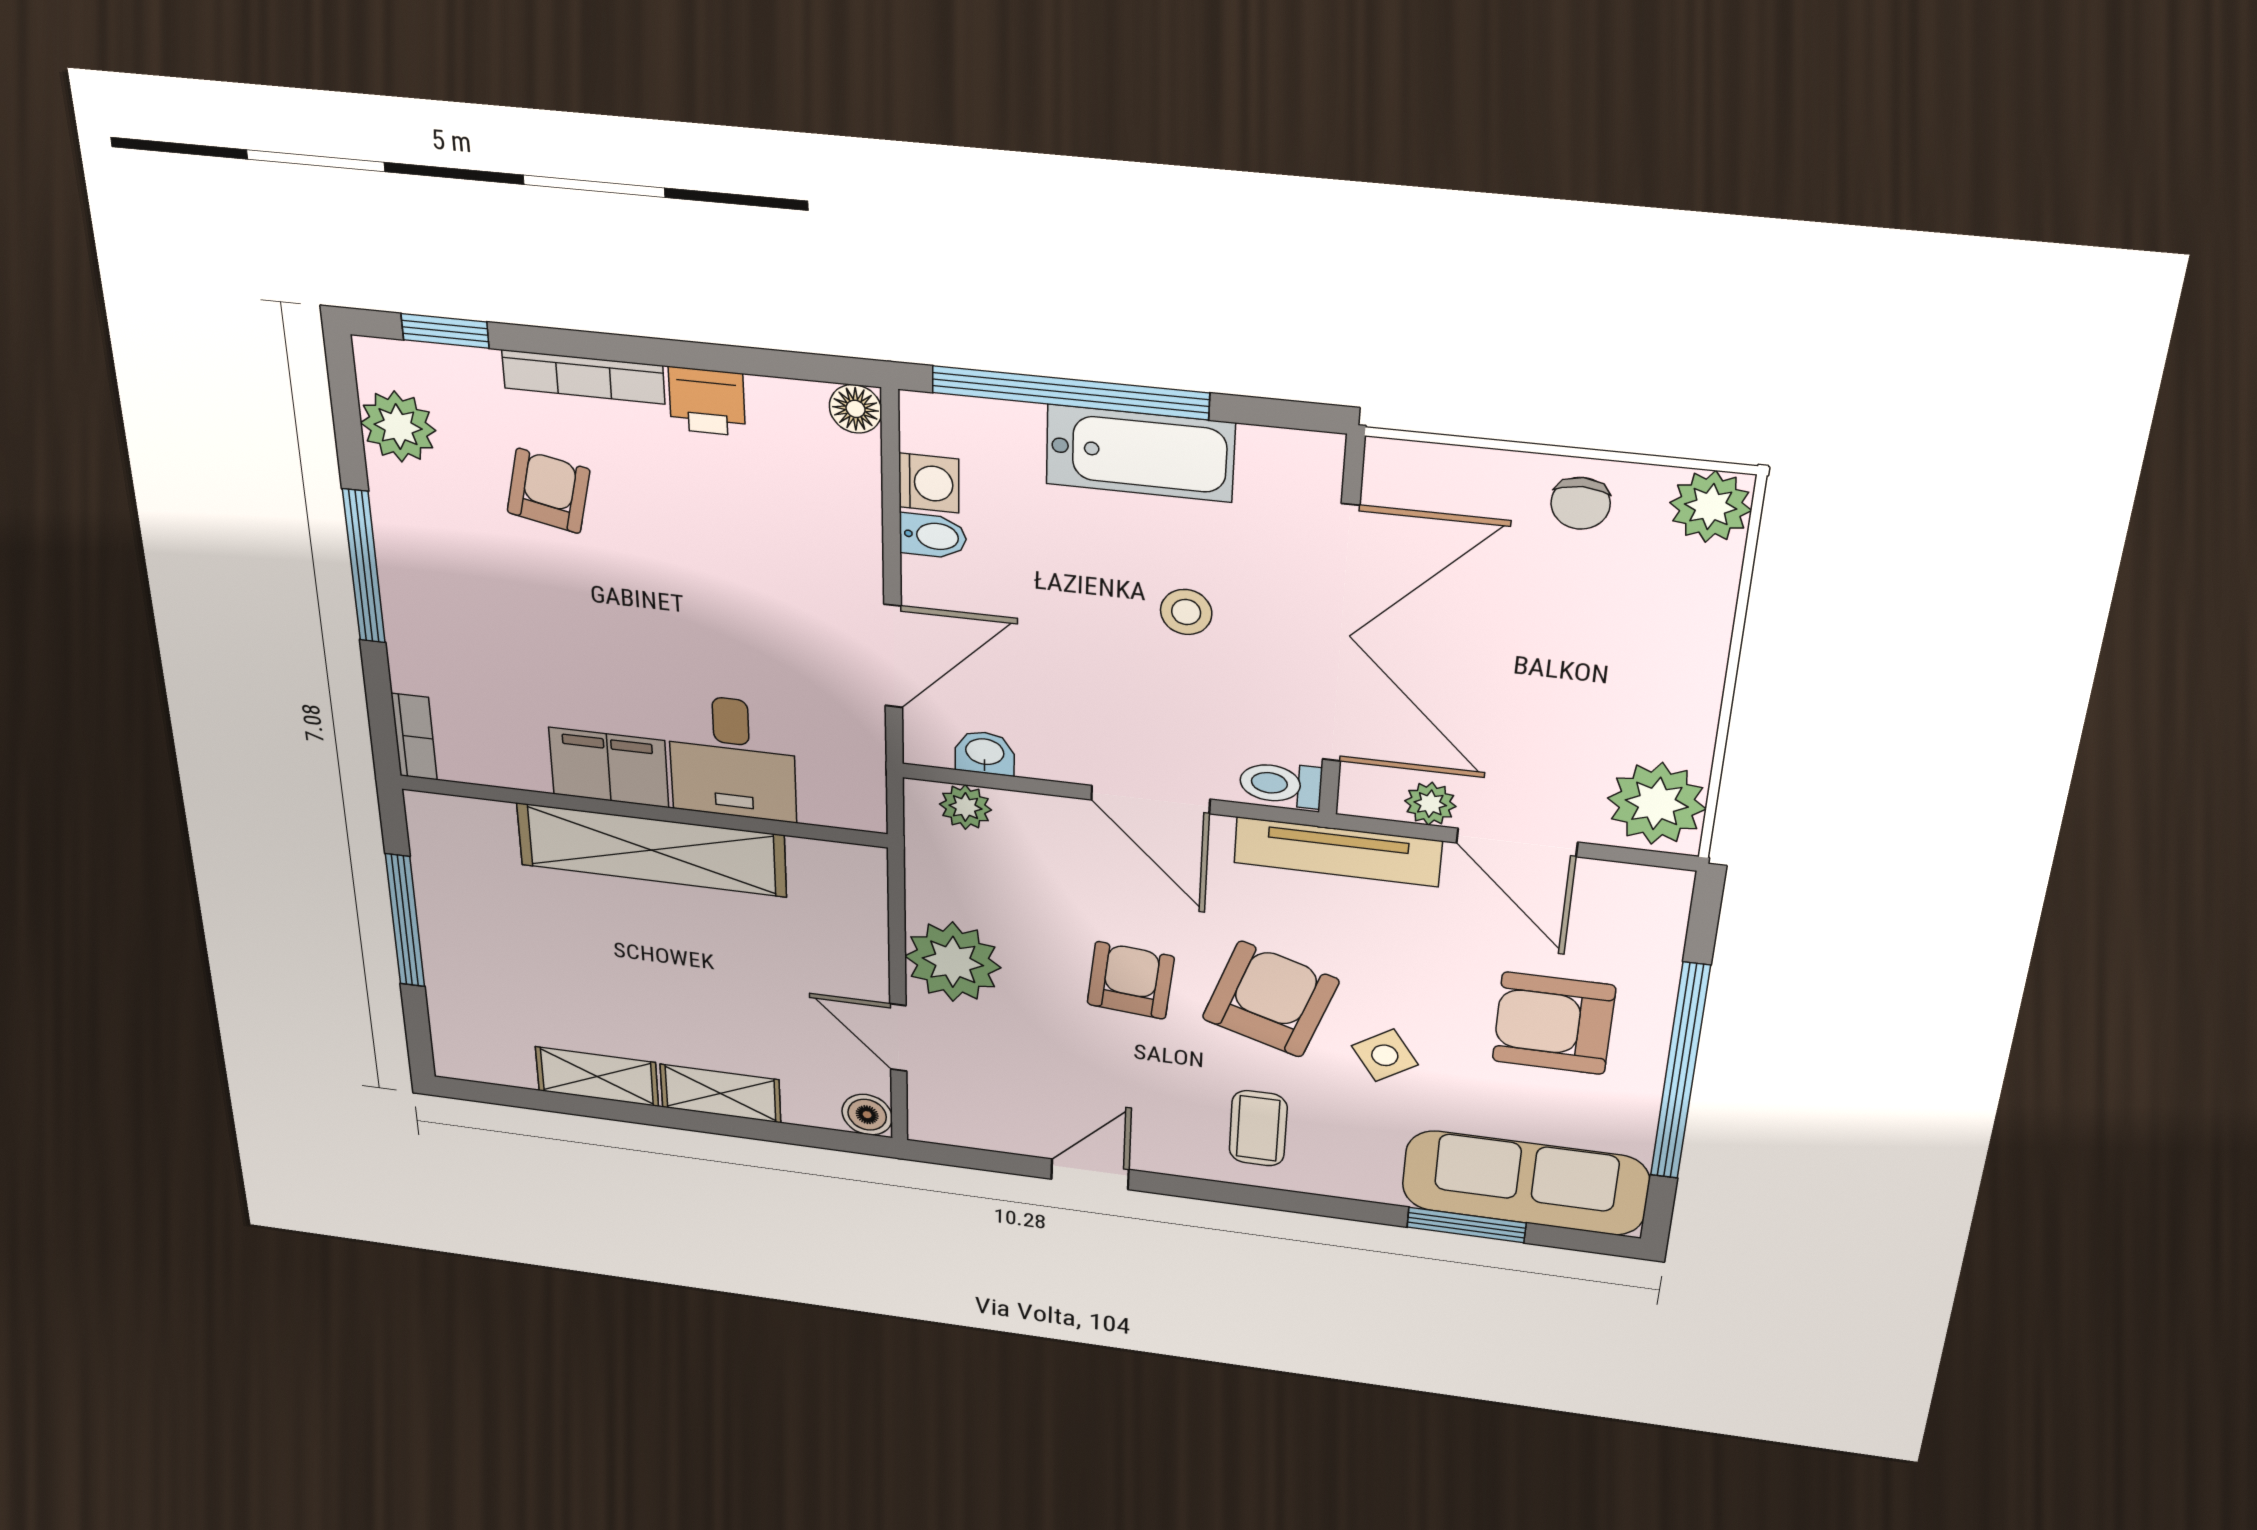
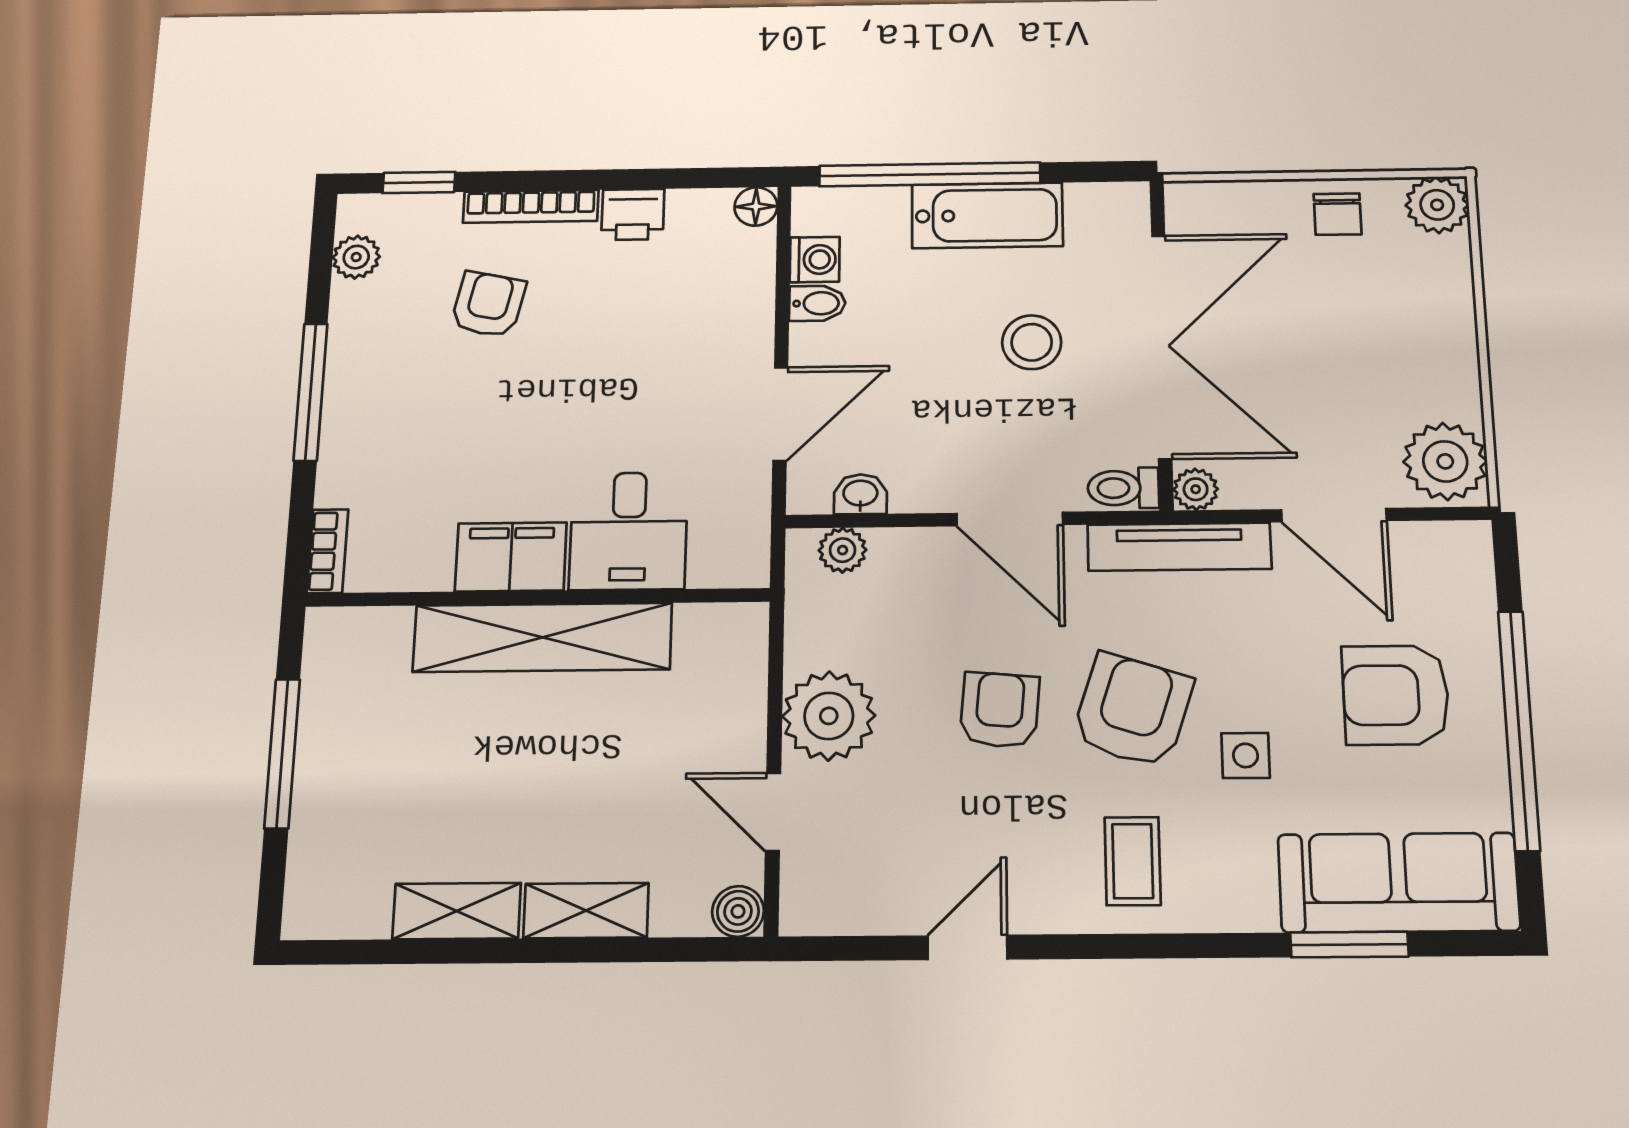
plant: (398, 427) -> (356, 257), width x0.73, depth x0.73
stool: (1186, 612) -> (1032, 342), width x1.37, depth x1.37
plant: (1430, 804) -> (1196, 489), moved
side table: (1385, 1055) -> (1246, 755), turned 34

